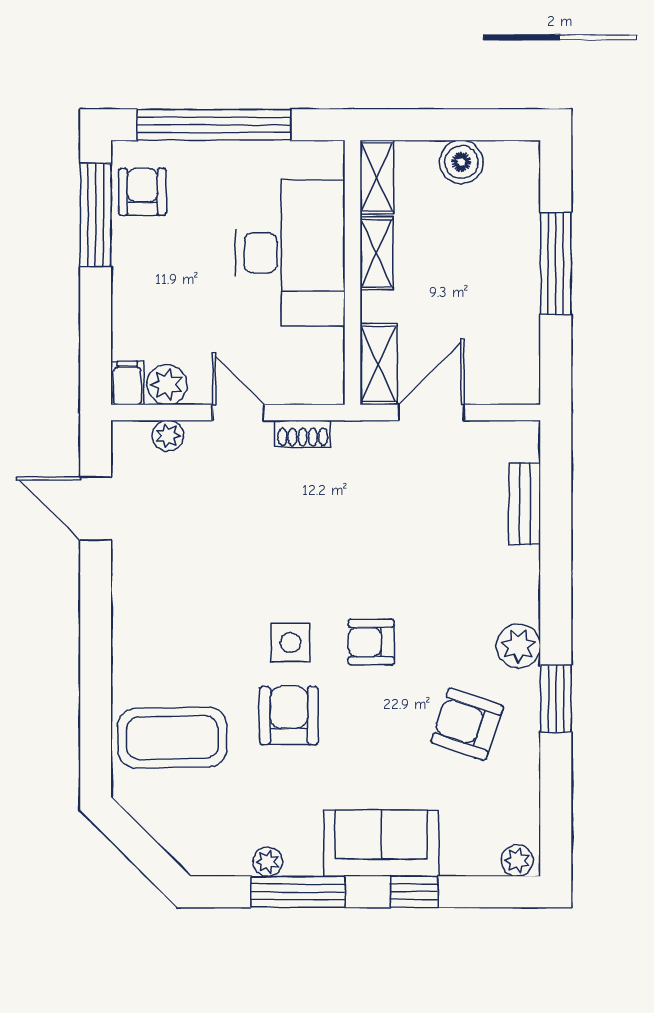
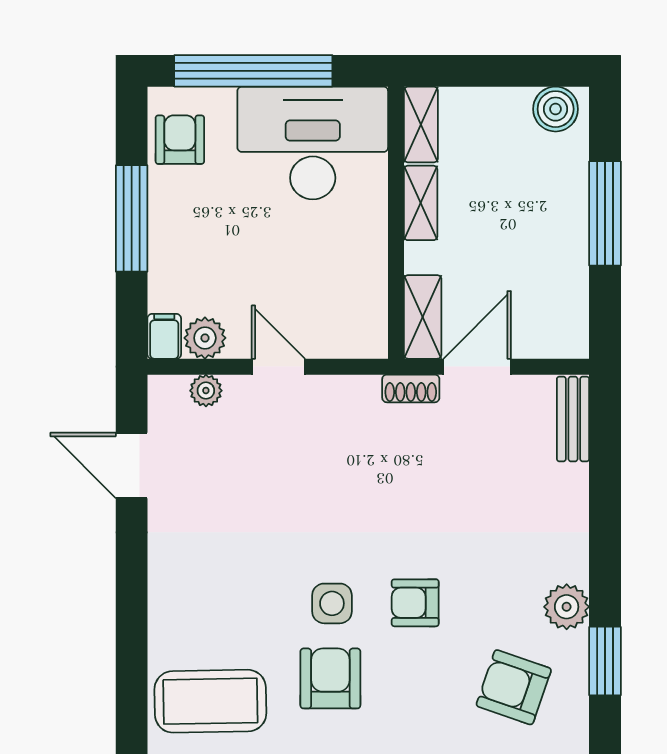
boiler: (461, 162) -> (556, 109), moved
window: (96, 215) -> (132, 218), moved
desk: (290, 253) -> (313, 143), moved, turned -90
shoe rack: (303, 434) -> (411, 388), moved
bench: (525, 504) -> (573, 419), moved

